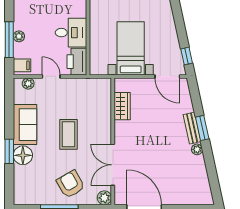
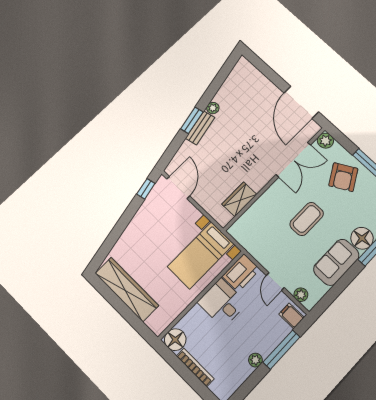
plant: (19, 36) -> (255, 360), moved
bed with nightstands: (131, 48) -> (201, 255), moved

